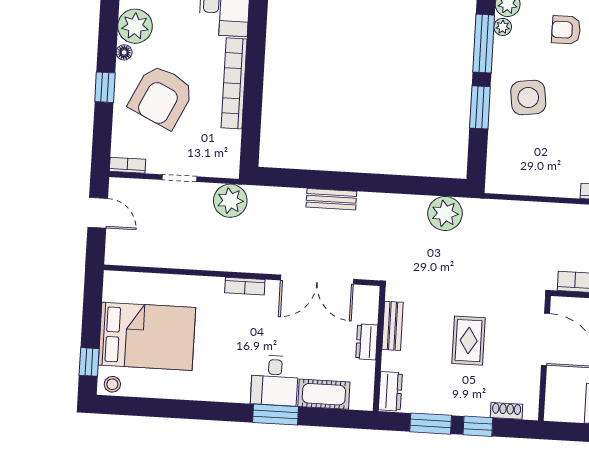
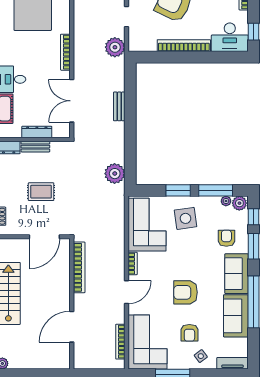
corner sofa: (535, 164) -> (147, 225), added
bookcase: (245, 286) -> (65, 52), width x1.56
bench: (393, 326) -> (35, 147), moved
dresser: (367, 342) -> (37, 132), width x1.44

